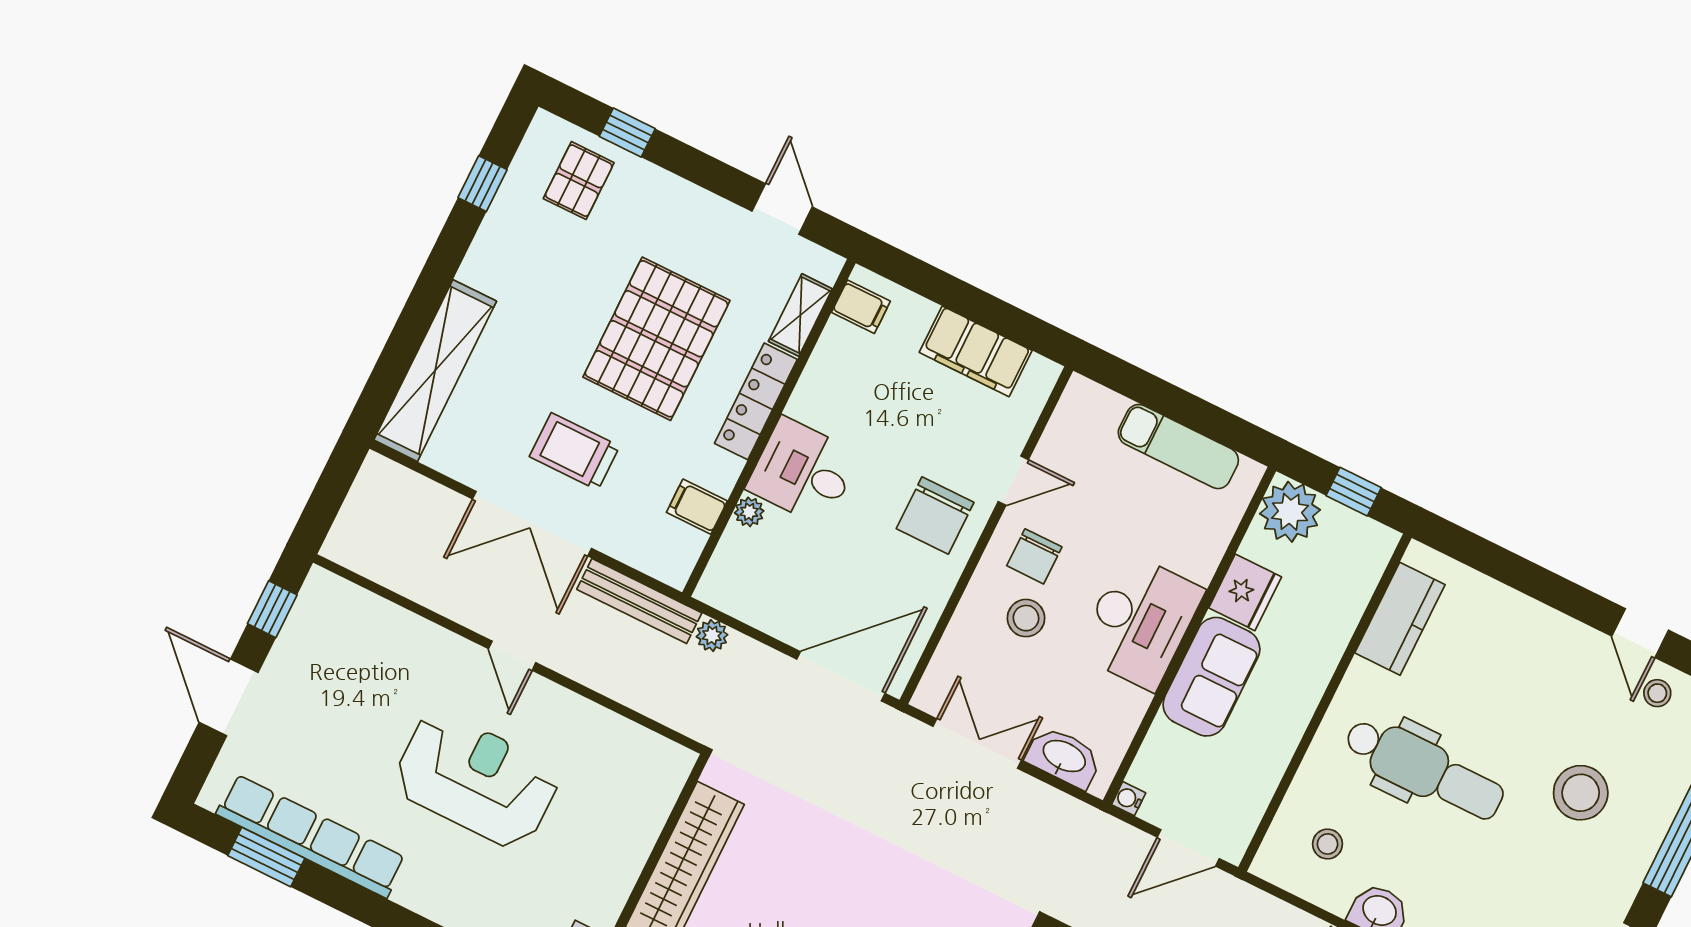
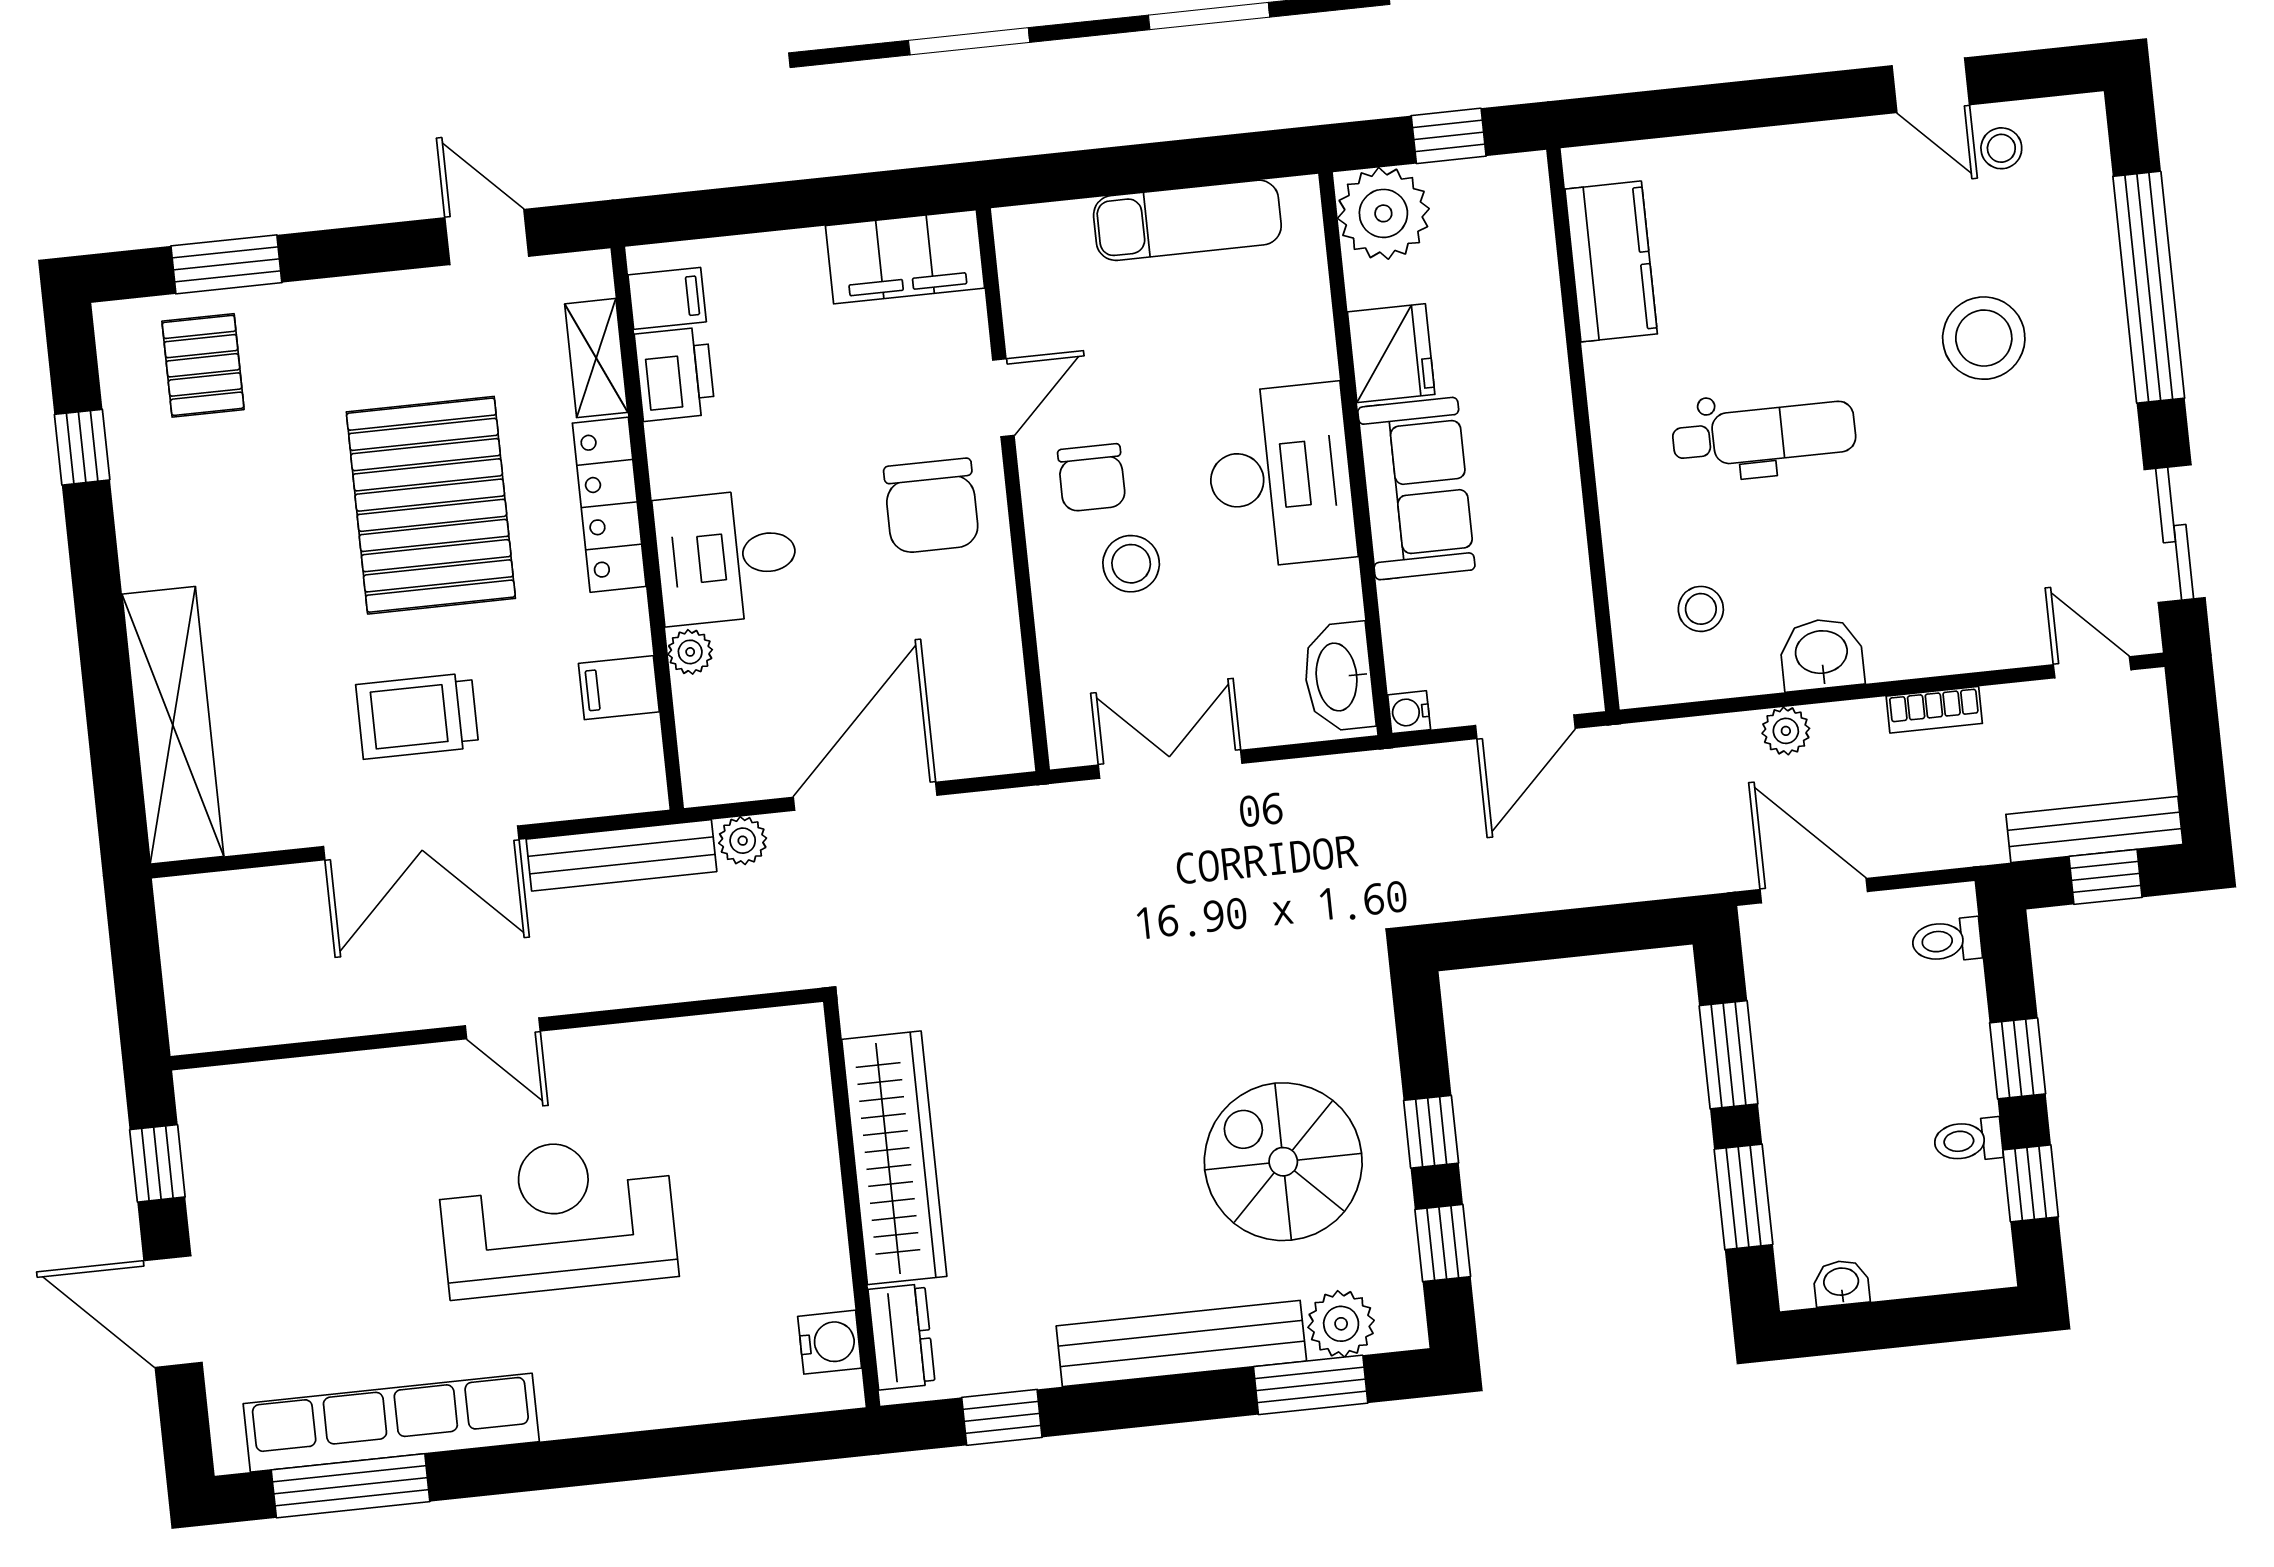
window: (627, 133) -> (226, 264), width x1.50
filing cabinet: (976, 351) -> (905, 257), moved
printer: (839, 352) -> (675, 374), added
door: (841, 676) -> (865, 796), moved
washbasin: (1064, 757) -> (1338, 677), moved, turned -90
dental chair: (1424, 769) -> (1764, 434), width x0.73, depth x0.72
window: (266, 857) -> (351, 1486), width x1.44

